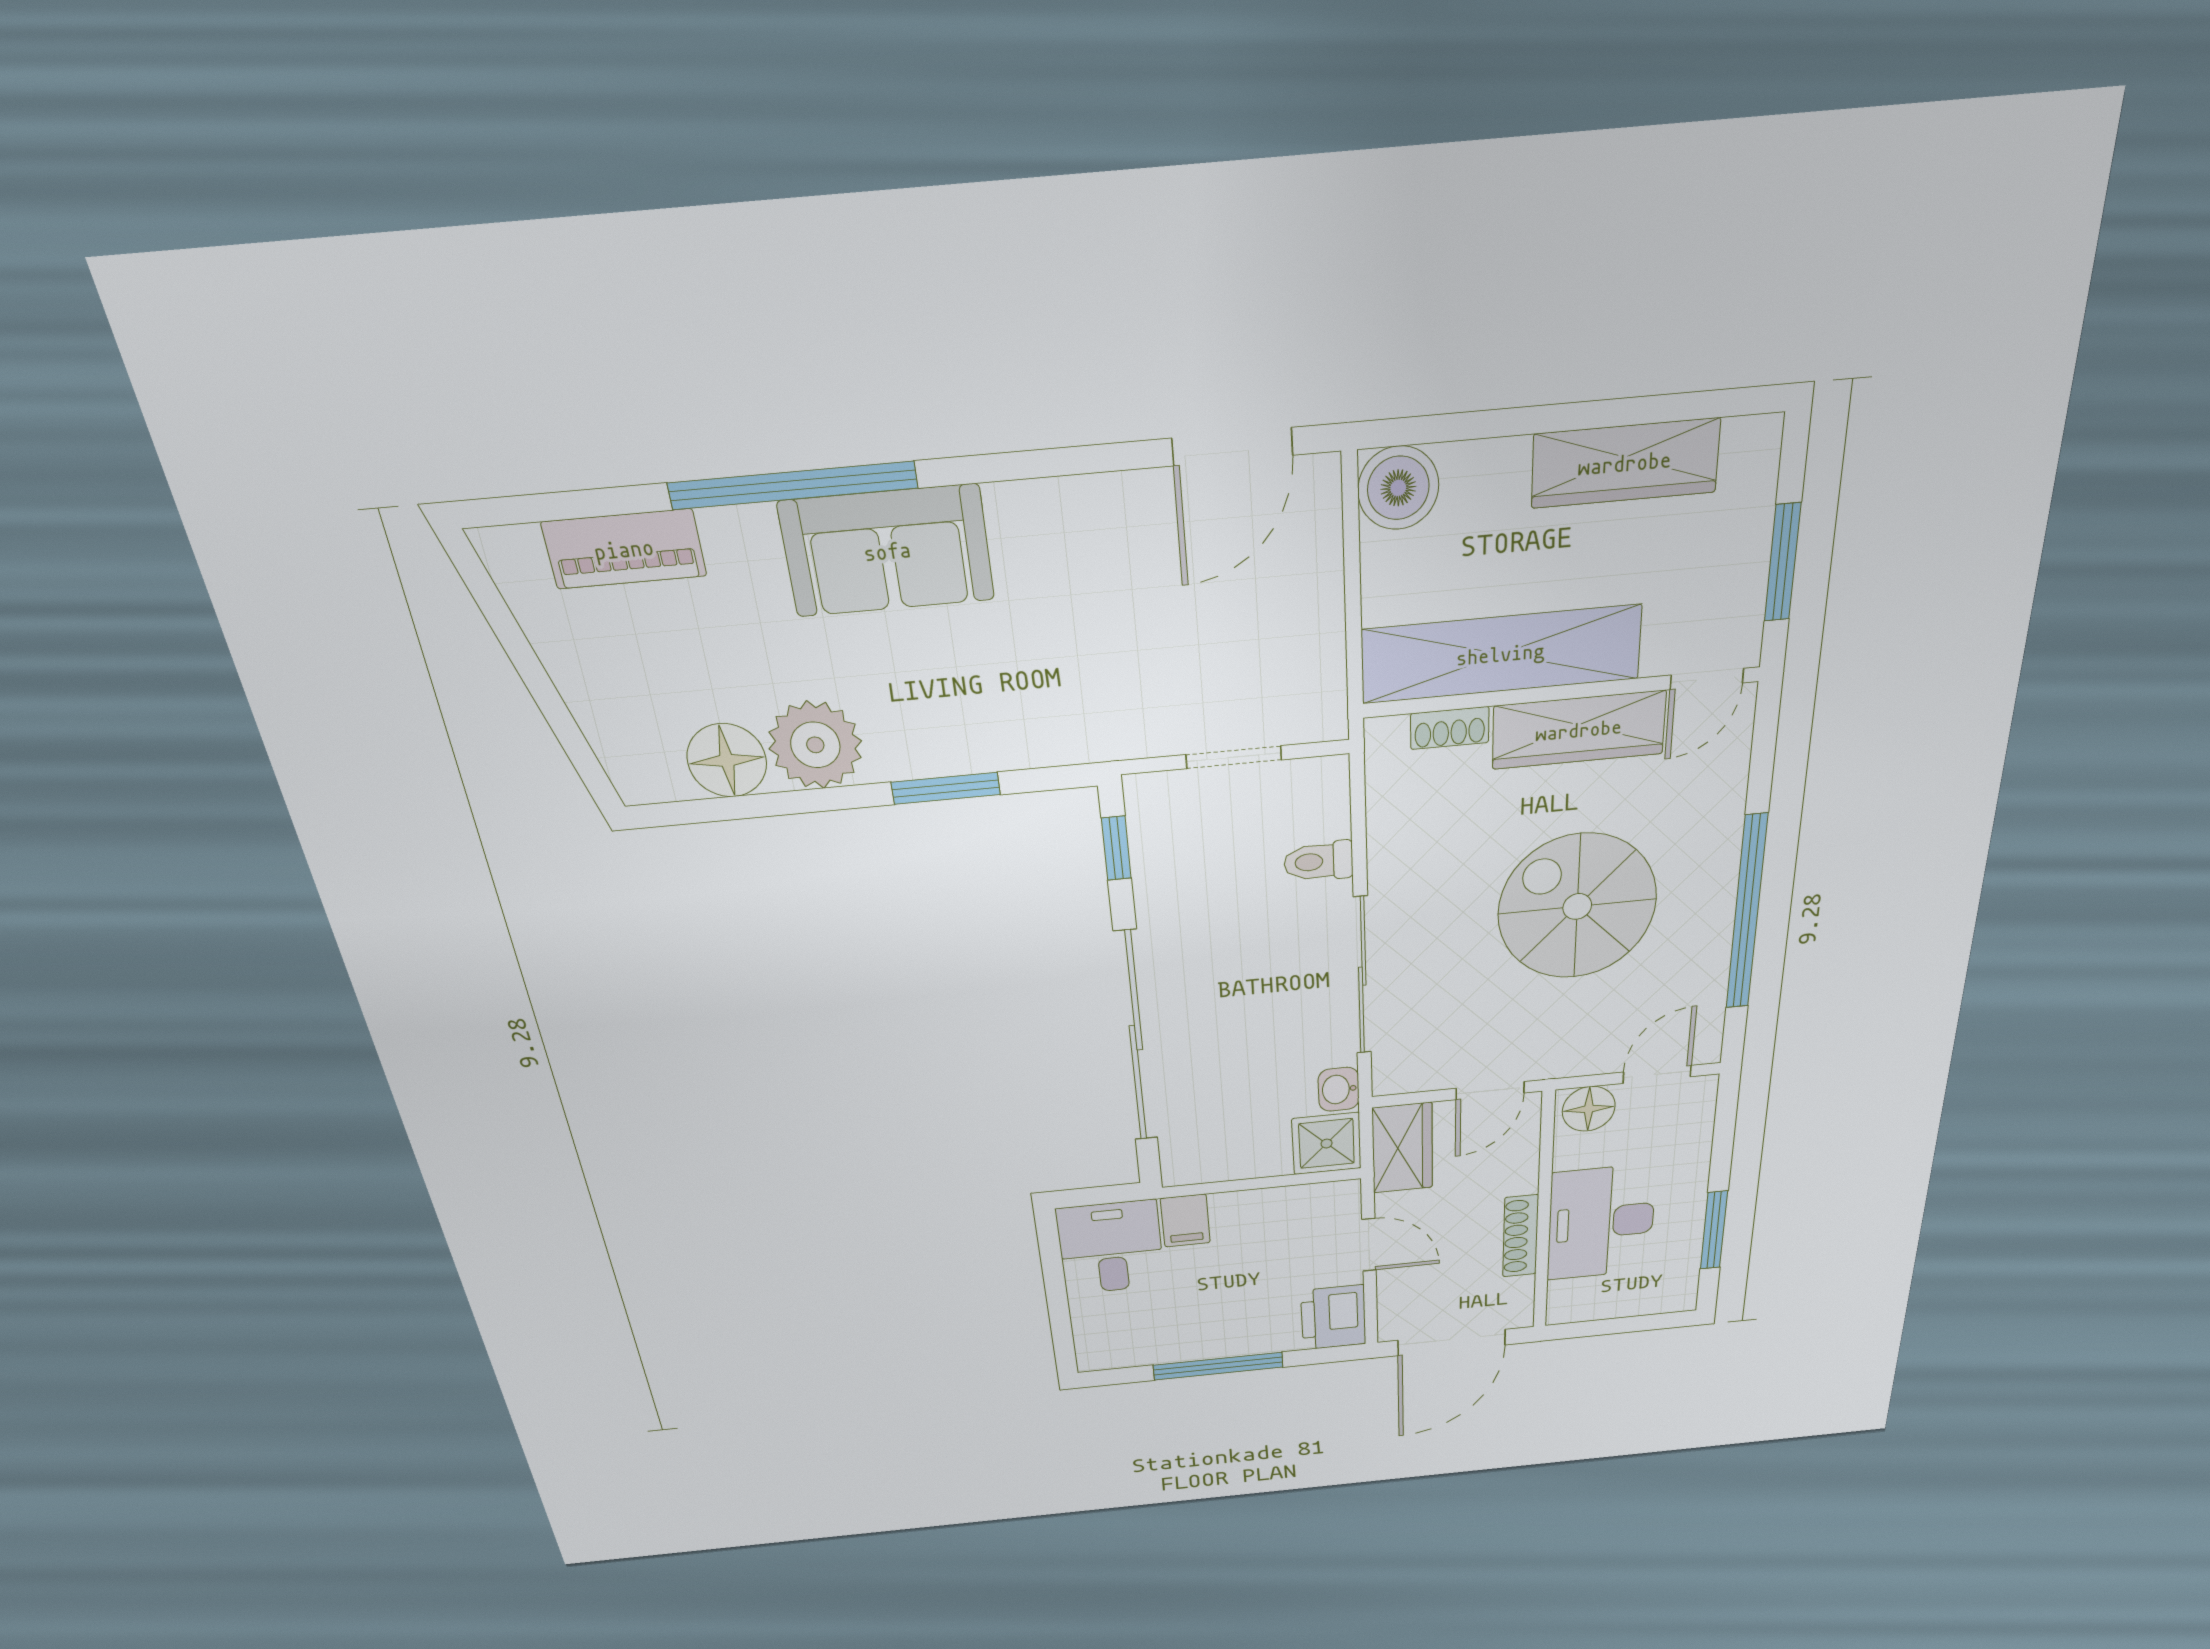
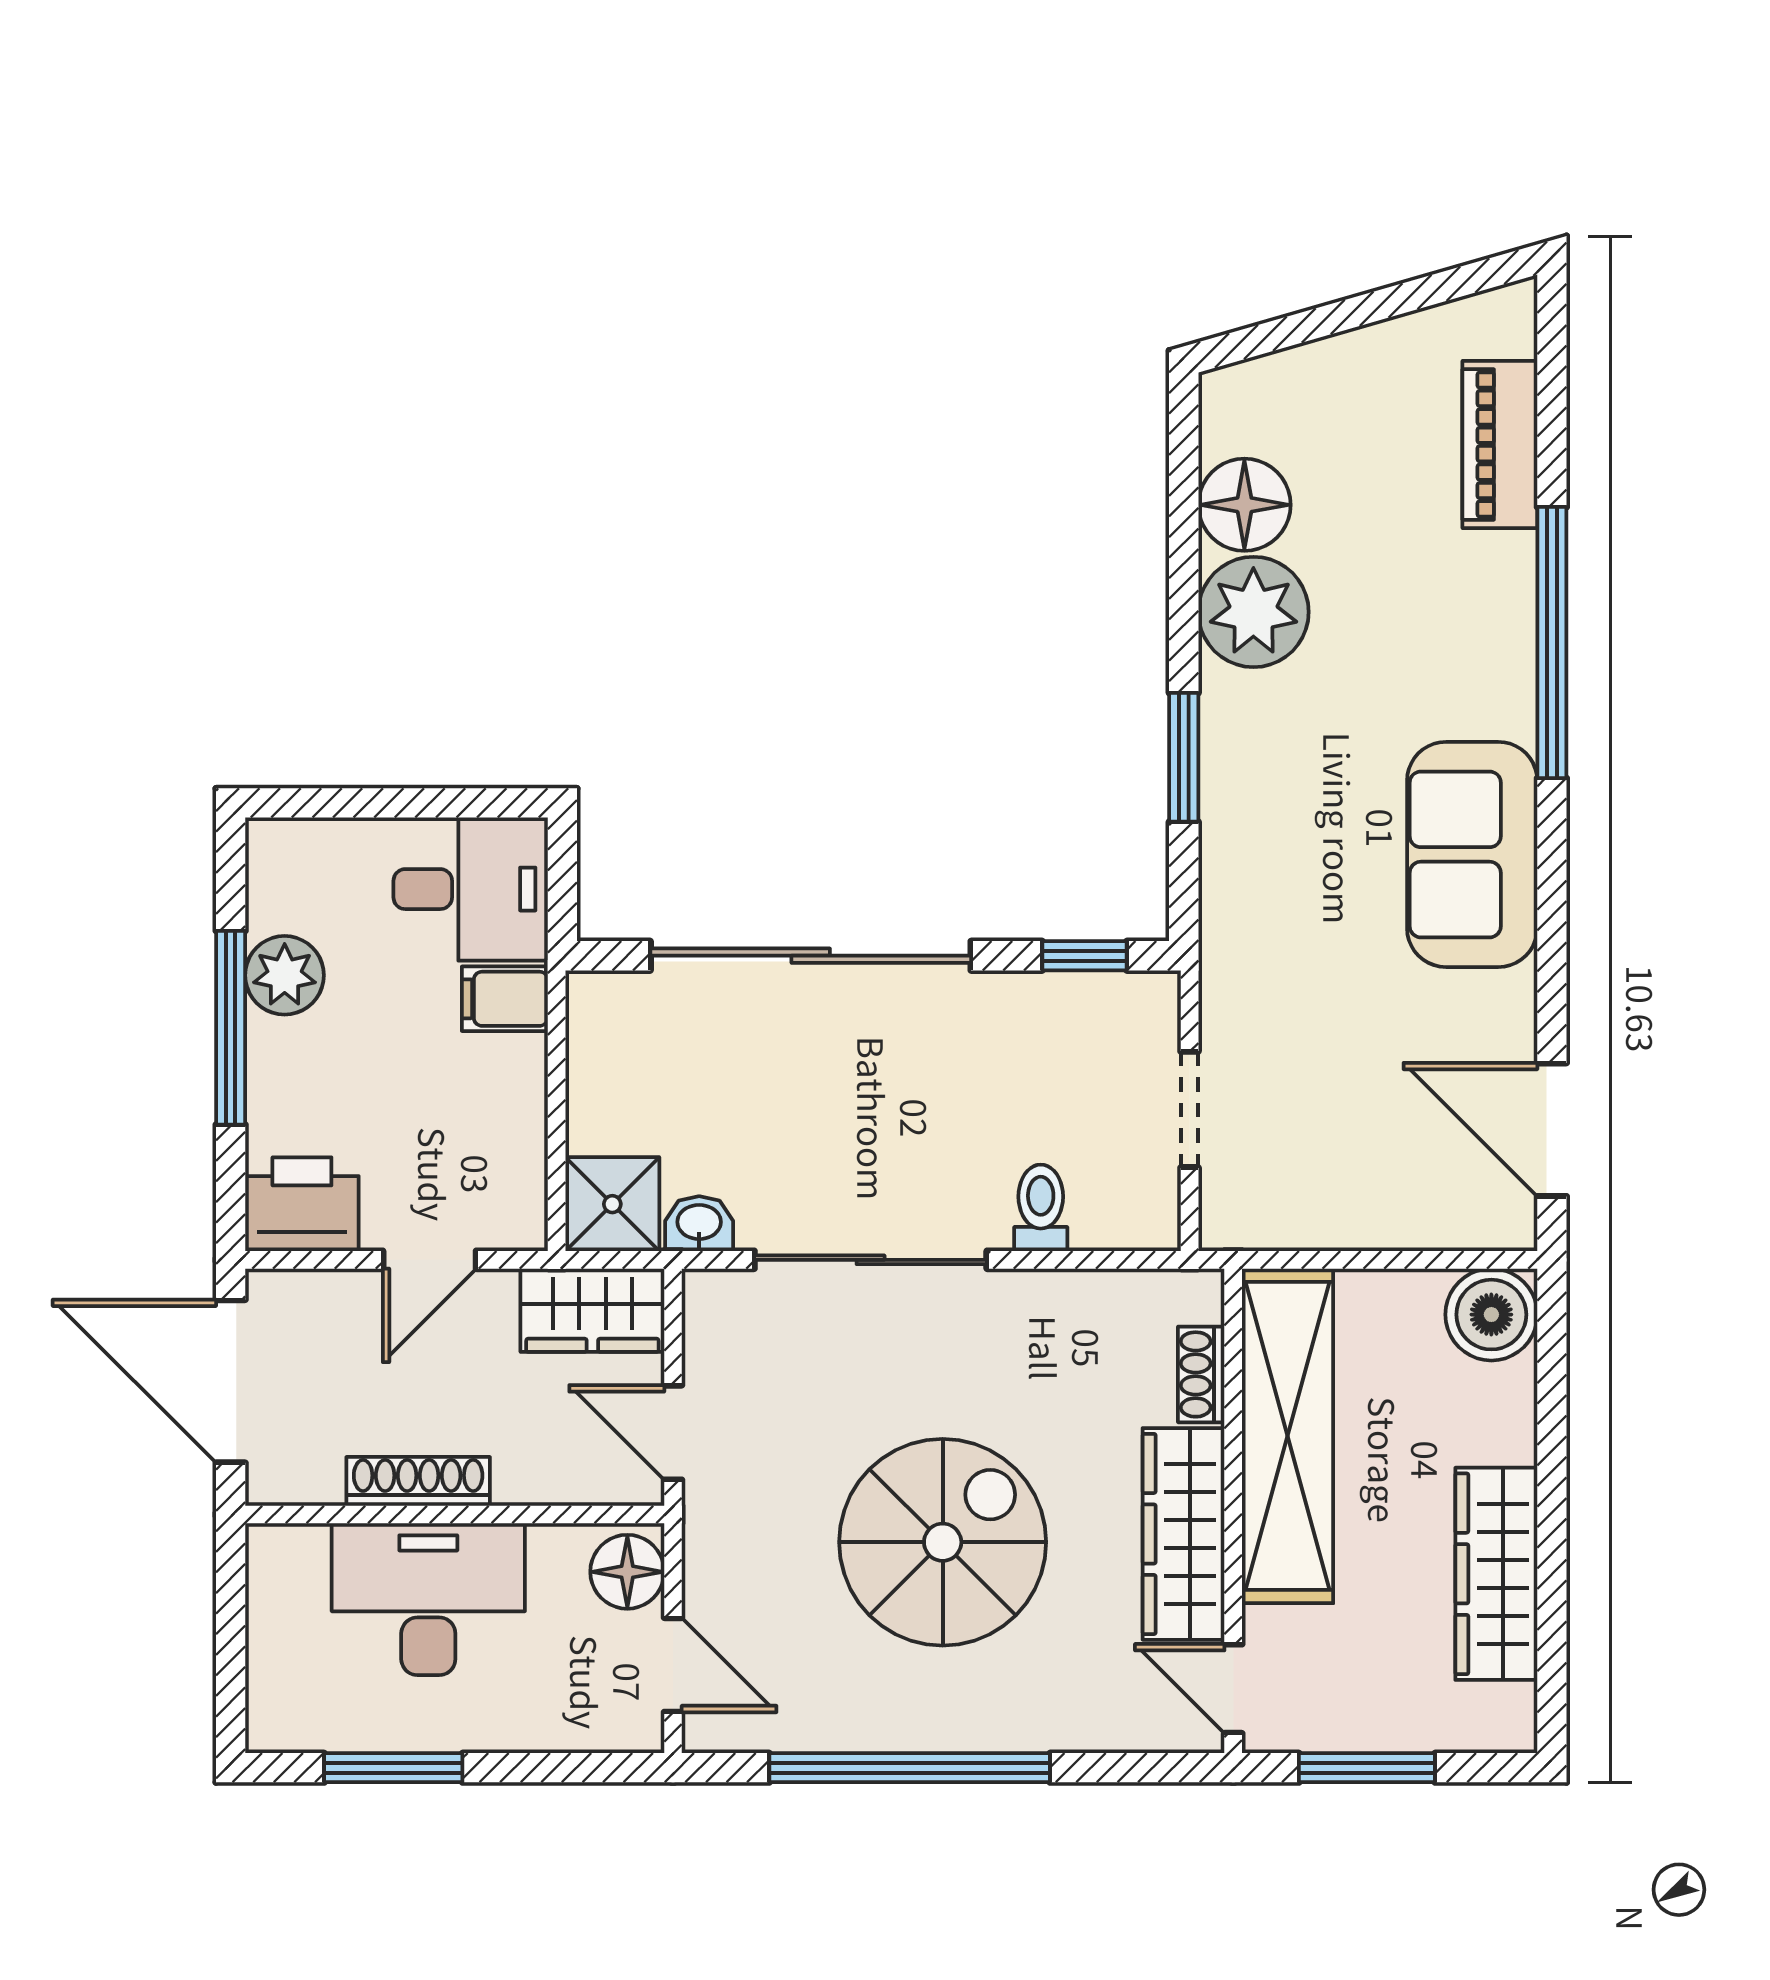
sofa: (887, 551) -> (1472, 854), moved
plant: (1181, 1342) -> (285, 975), added

